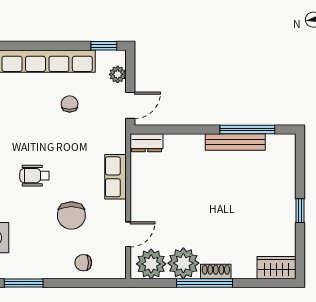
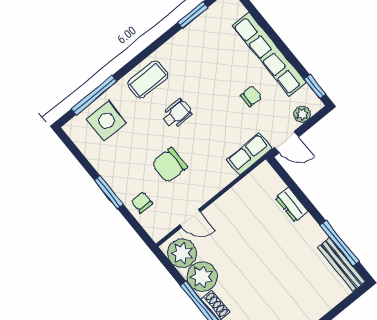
bench: (235, 142) -> (341, 265), moved
dresser: (147, 143) -> (292, 205), moved
wheelchair: (35, 176) -> (177, 114), turned 90
row of seats: (115, 177) -> (250, 154), moved
window: (24, 283) -> (109, 192), moved

